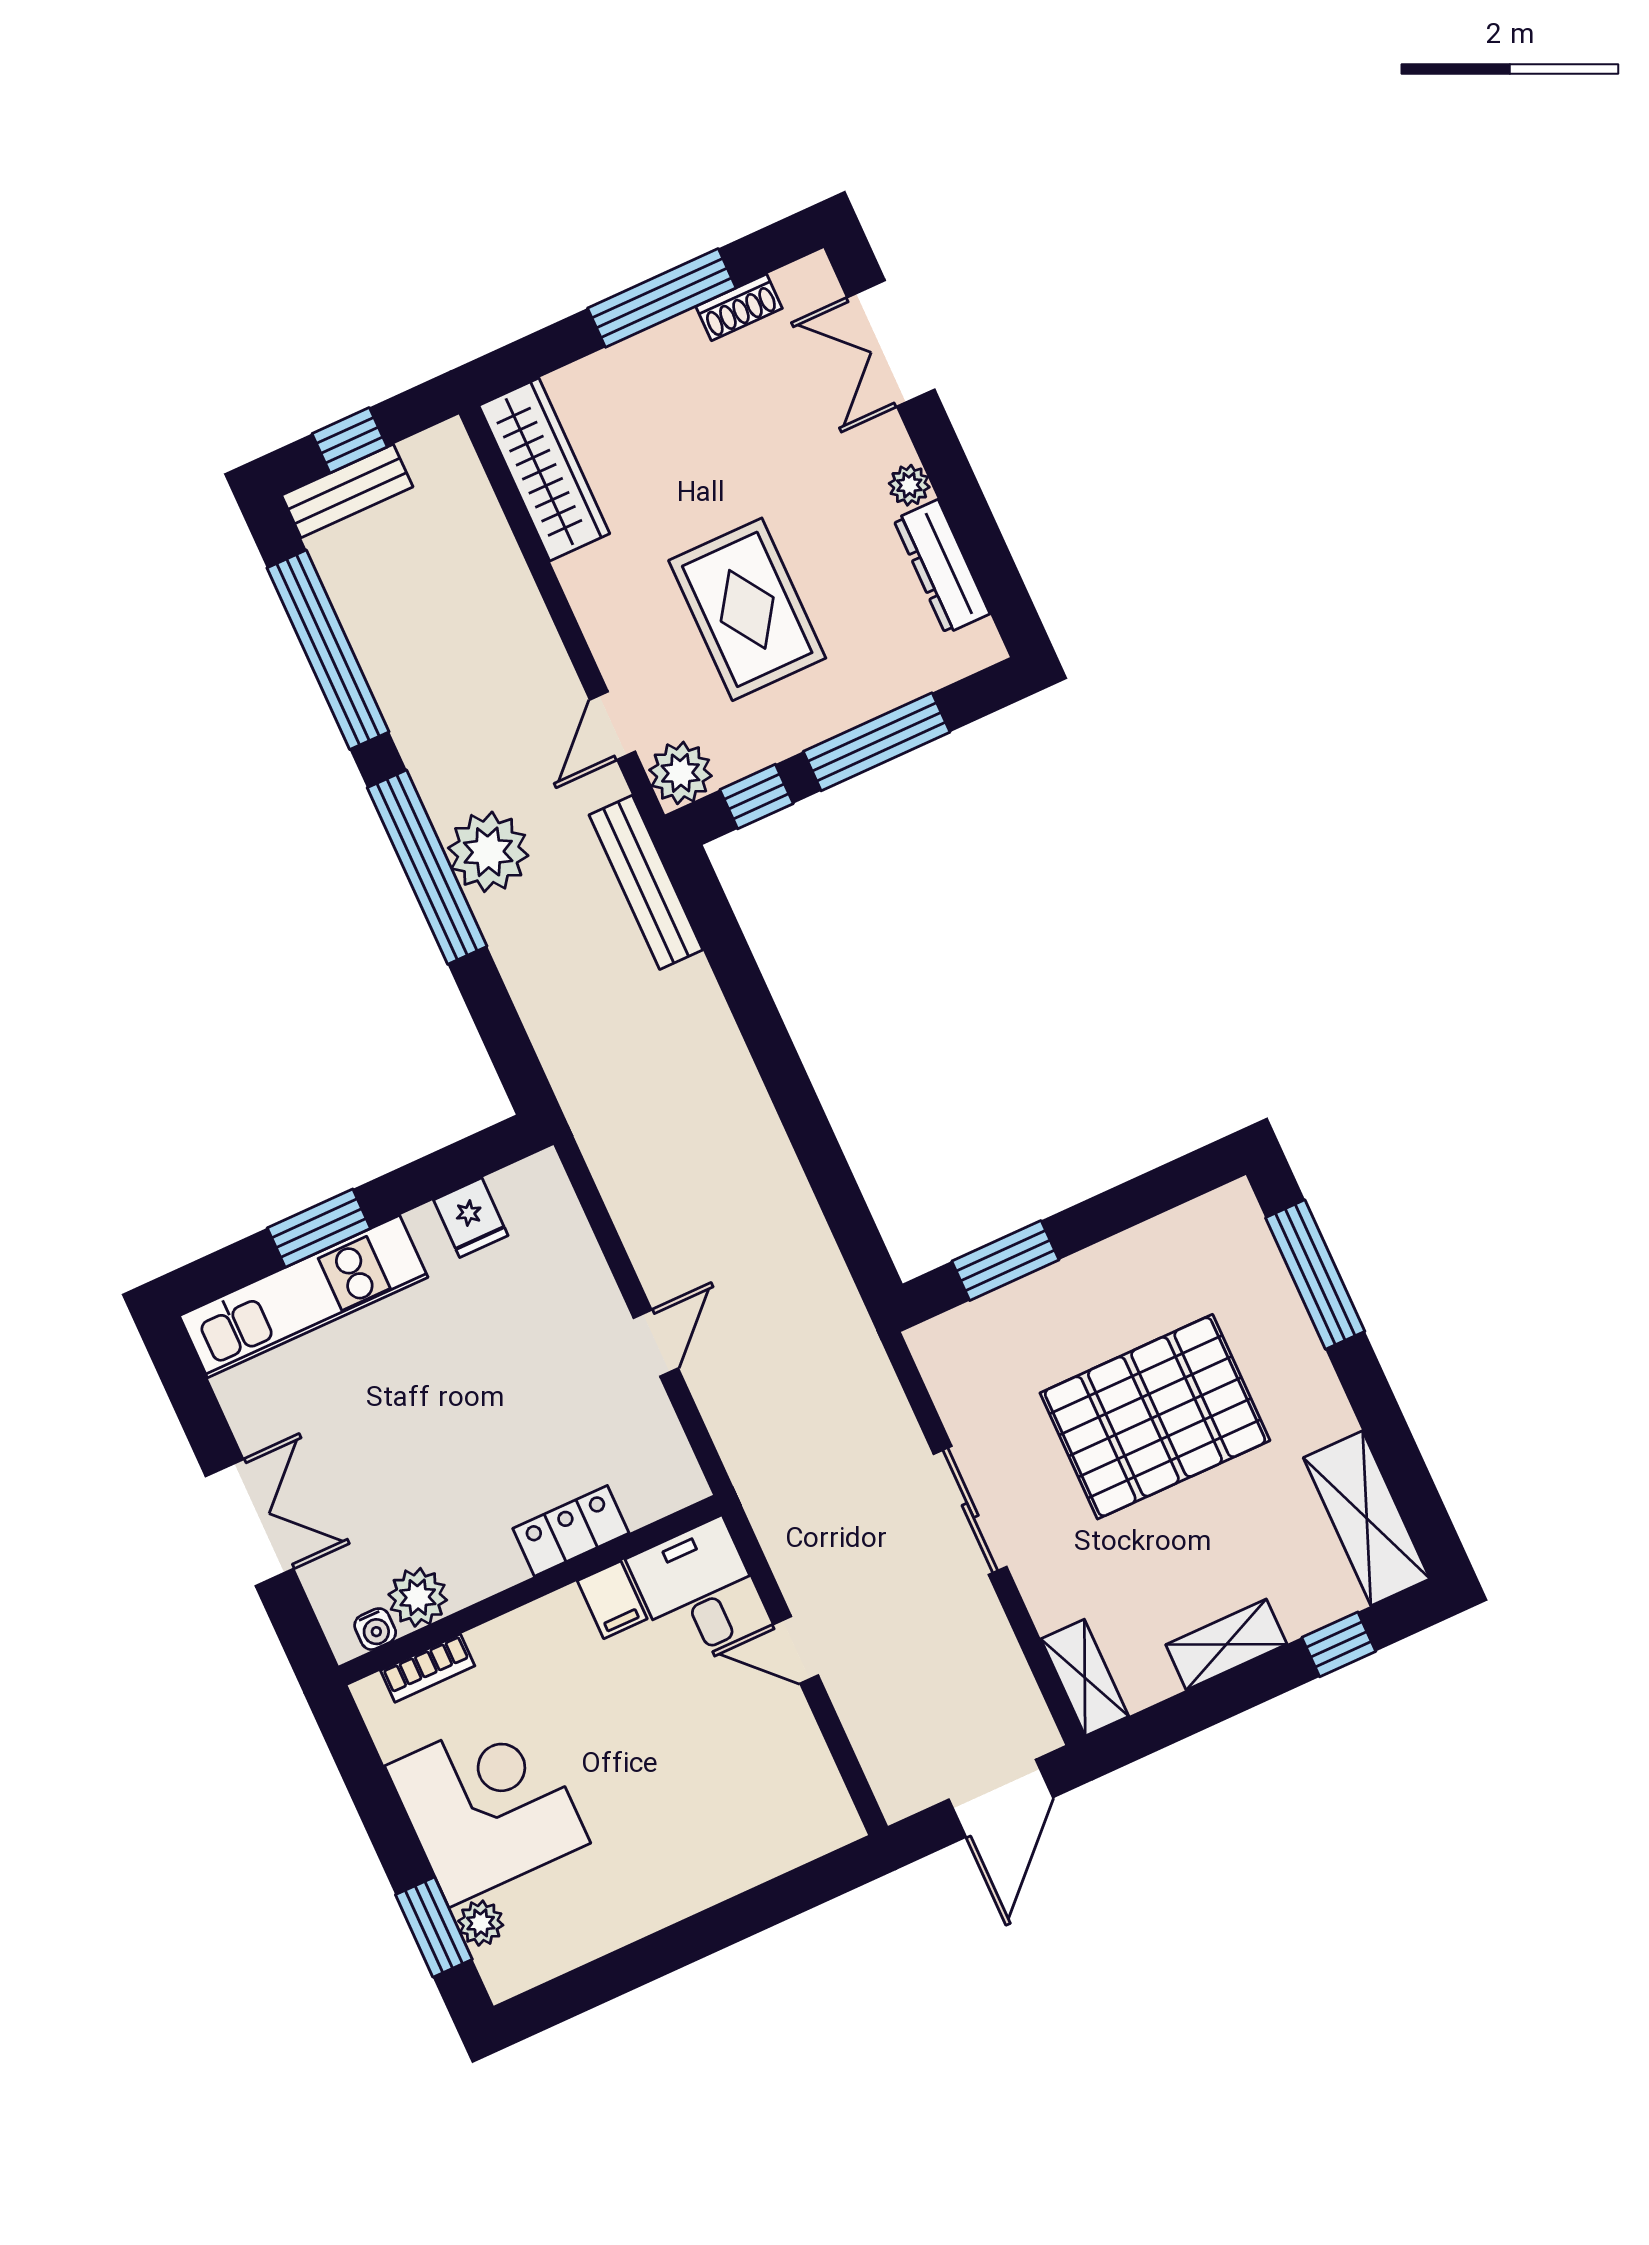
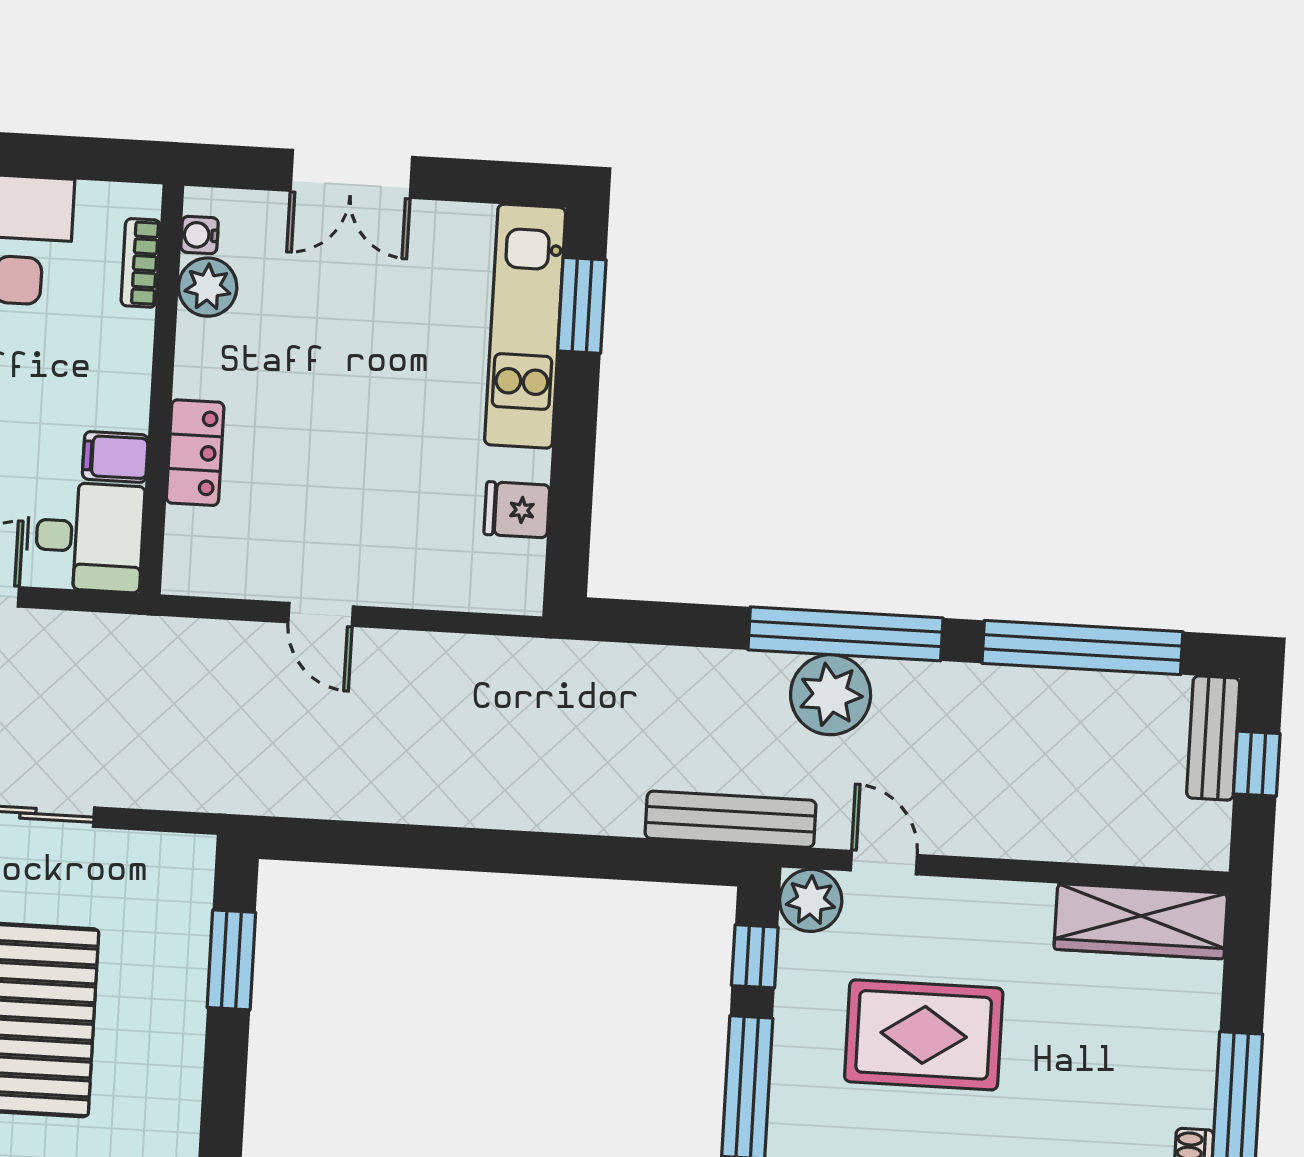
window: (319, 1228) -> (582, 305), moved

